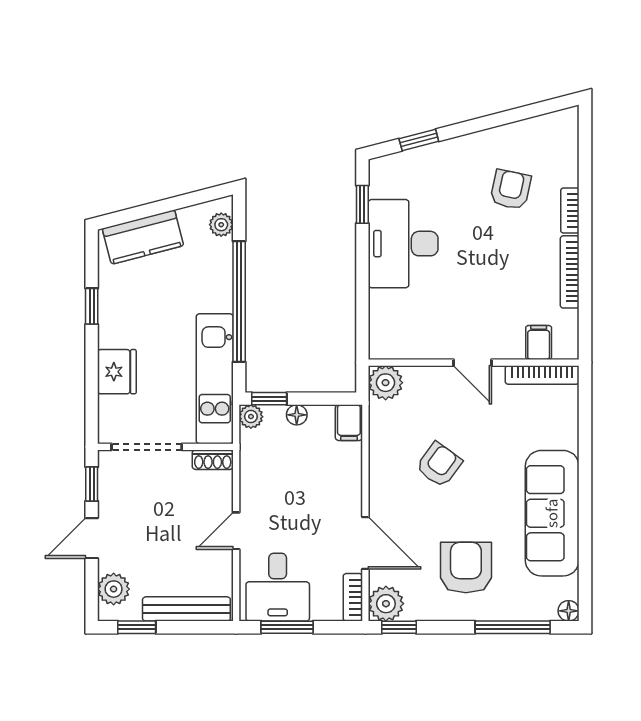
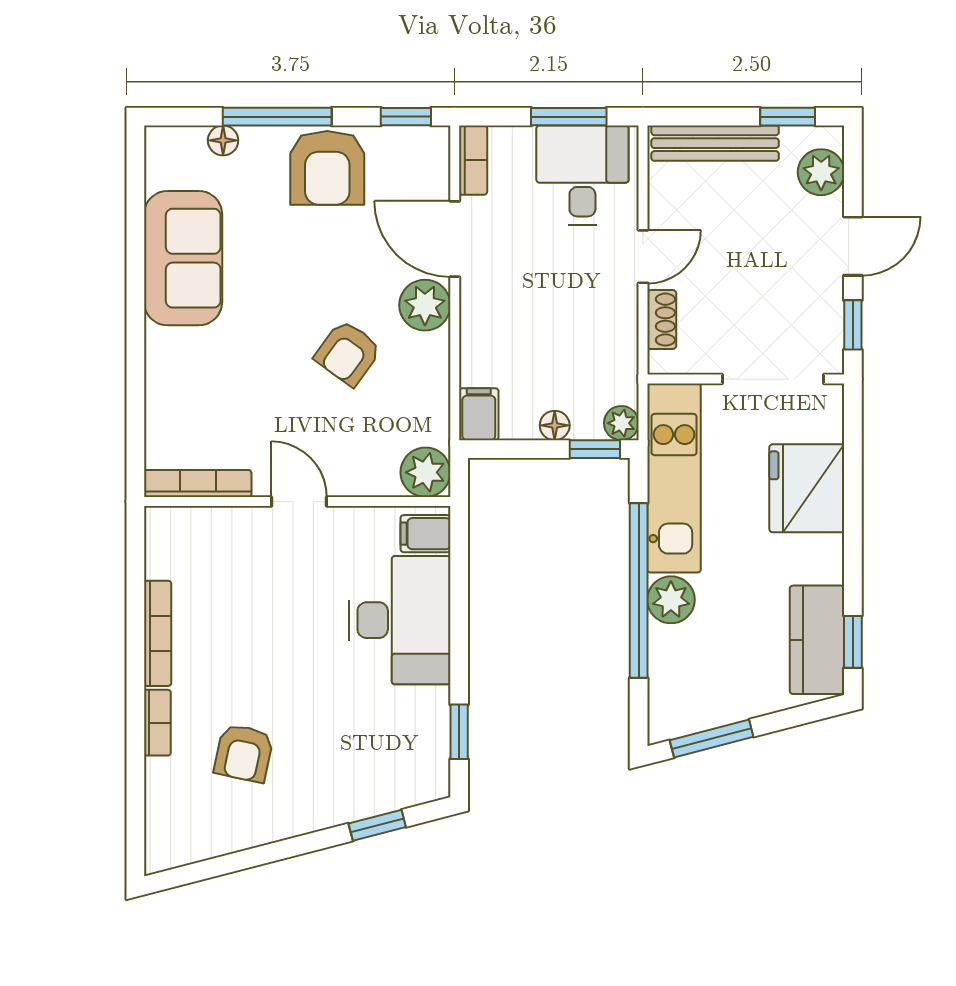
window: (189, 200) -> (712, 739), added
plant: (221, 225) -> (671, 600), moved, width x1.38, depth x1.38
kitchen counter: (143, 237) -> (817, 640), moved, turned -75
desk: (403, 244) -> (400, 620), moved
window: (92, 306) -> (853, 642), moved
filing cabinet: (539, 342) -> (426, 534), moved, turned 90
fridge: (117, 372) -> (807, 488), width x1.36, depth x1.34
shoe rack: (213, 460) -> (662, 320), moved, turned 90
sofa: (552, 513) -> (183, 258), width x0.73
armchair: (466, 568) -> (327, 168), moved
plant: (386, 604) -> (425, 305), moved
floor lamp: (569, 611) -> (223, 140), moved
window: (513, 627) -> (277, 117), moved

